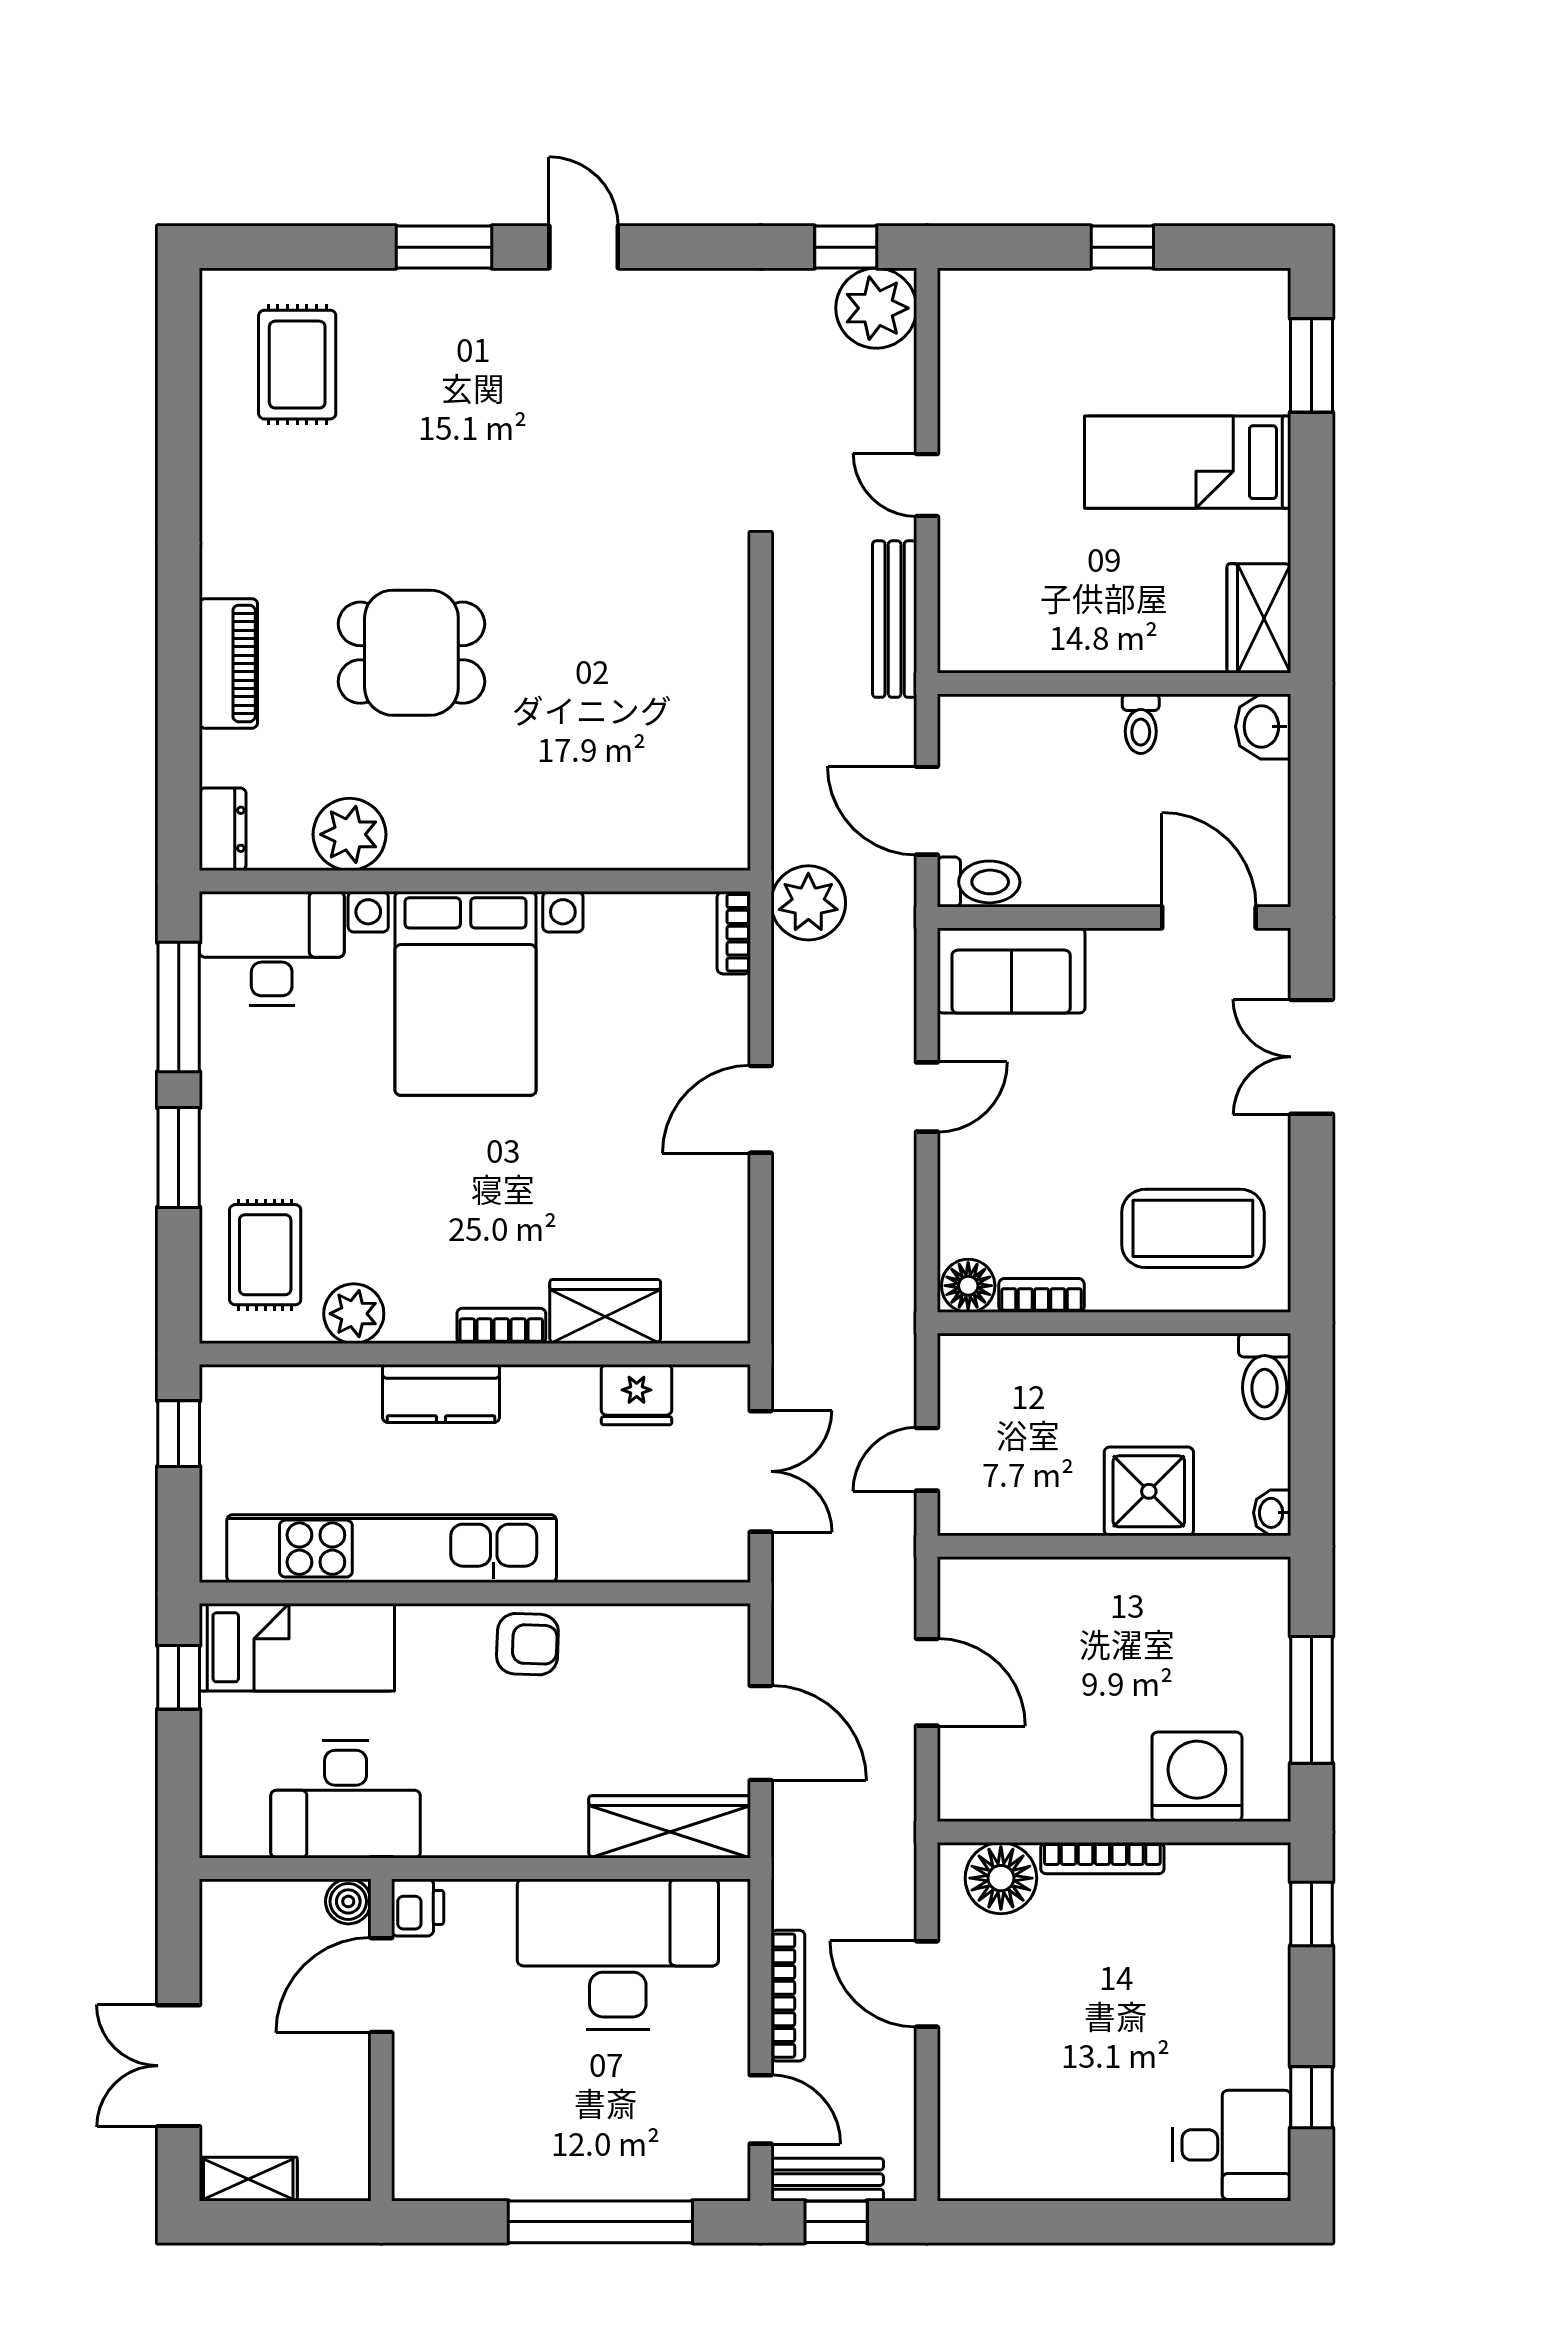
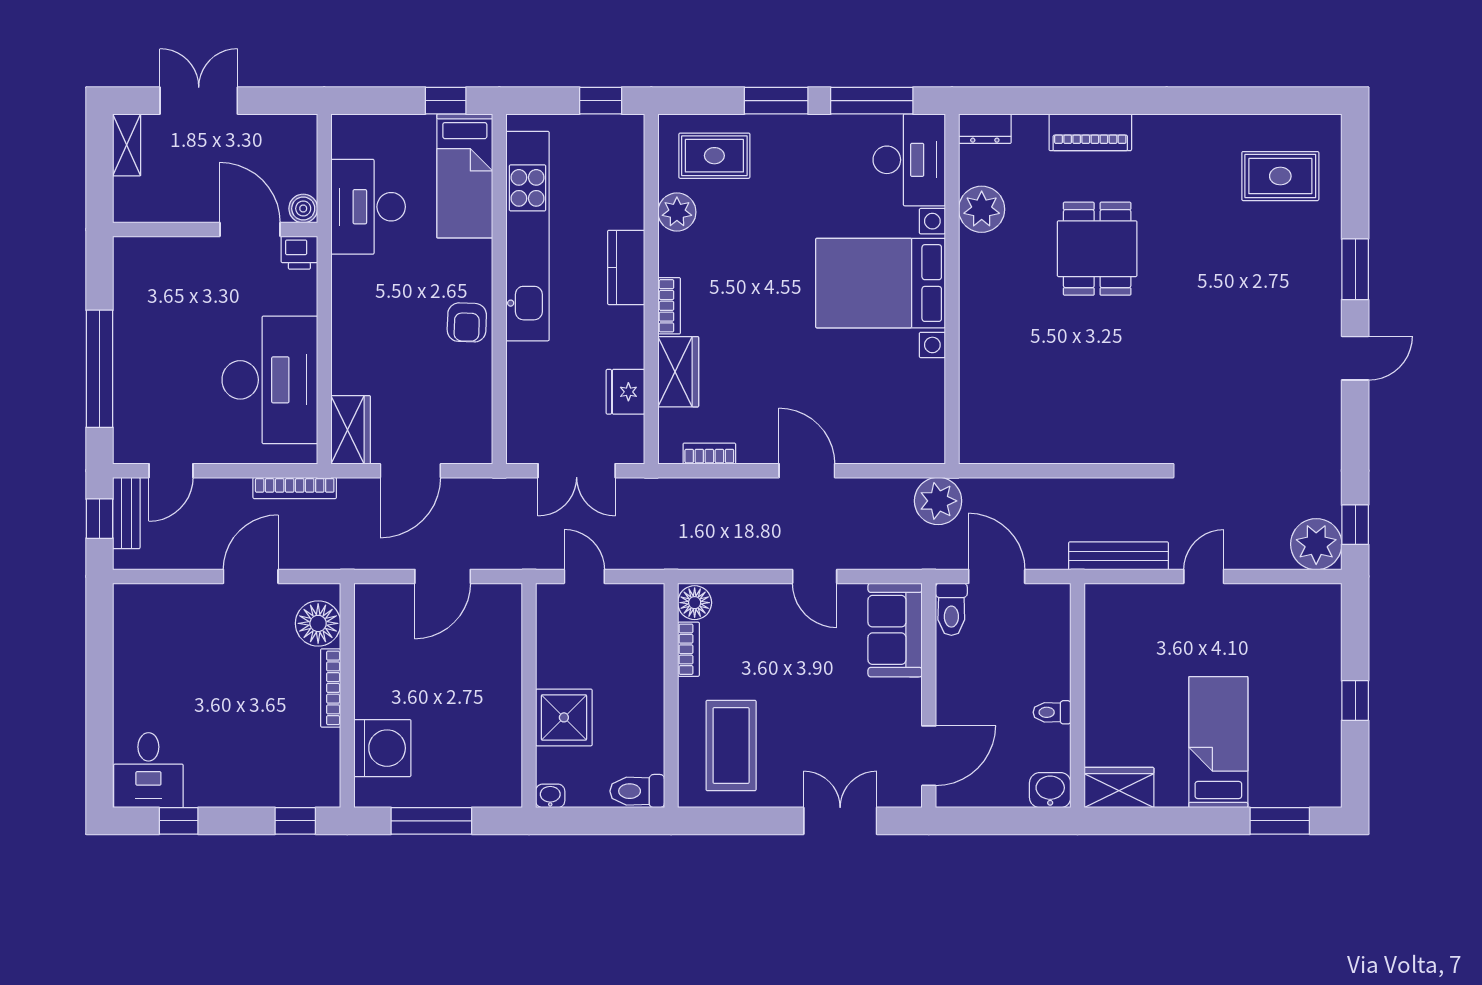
door: (927, 811) -> (997, 576), hinge flipped
bookcase: (734, 933) -> (709, 454), moved
wardrobe: (670, 1827) -> (351, 430), width x0.67
bookcase: (788, 1996) -> (295, 488), moved

